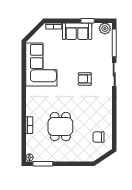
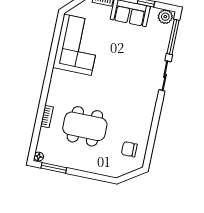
armchair: (85, 79) -> (127, 74), removed
dining table: (60, 127) -> (85, 126), width x1.38

